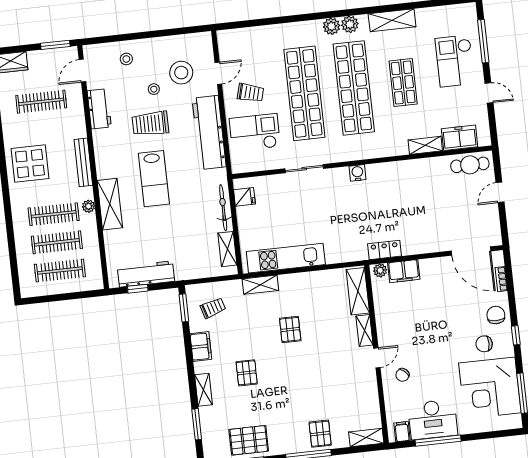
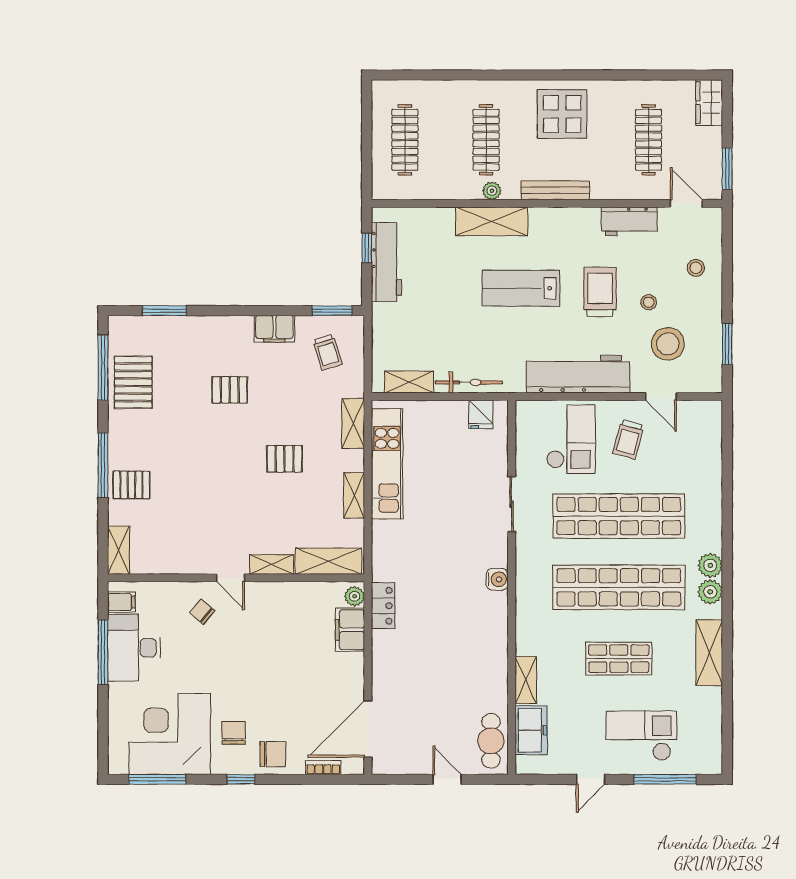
window: (177, 31) -> (727, 344), added
clothes rail: (57, 242) -> (445, 140), removed
shelving: (203, 390) -> (354, 495), moved, turned 90

